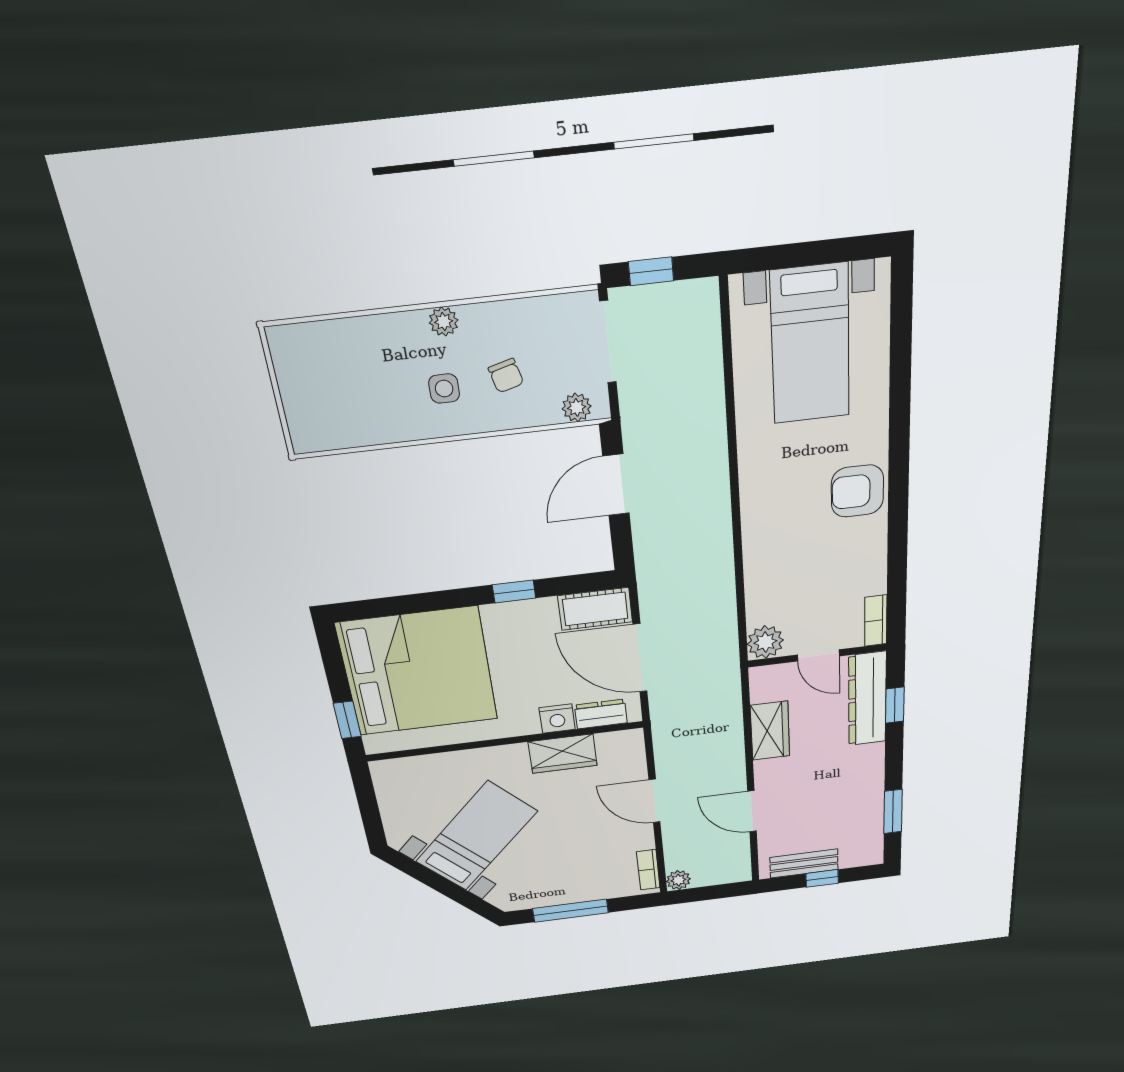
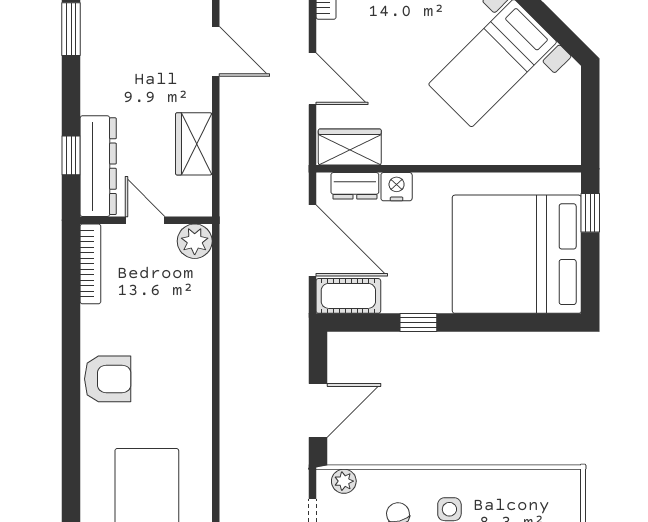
bookcase: (876, 621) -> (90, 264), width x1.56
wardrobe: (563, 754) -> (350, 147), moved

